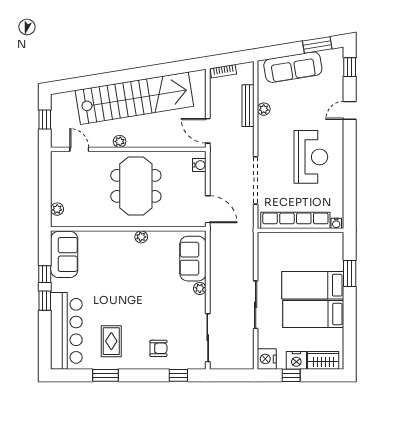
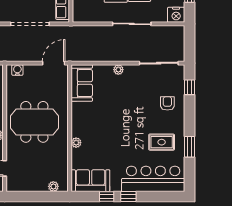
plant: (141, 237) -> (76, 143), moved
sofa: (193, 259) -> (82, 83), moved, turned -90

